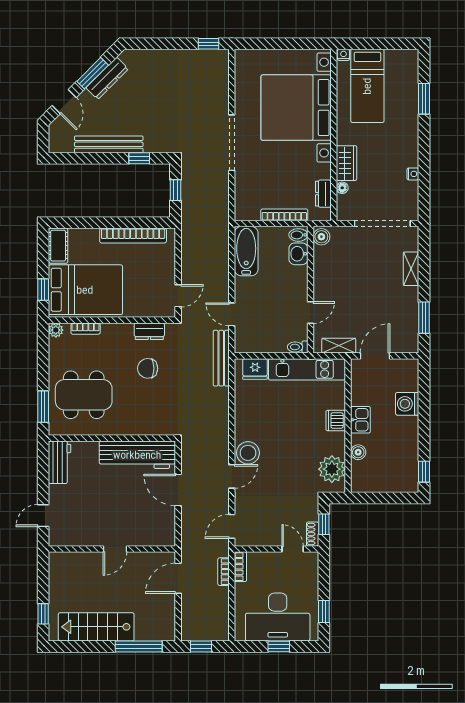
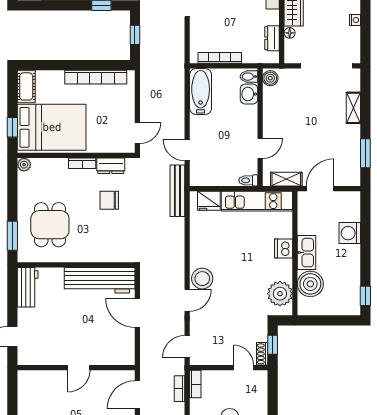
bookcase: (284, 215) -> (220, 58), moved
bookcase: (86, 329) -> (82, 163), moved
dining table: (84, 395) -> (50, 225), width x0.73
kitchen sink: (360, 420) -> (306, 253), width x1.38
boiler: (358, 452) -> (310, 284), width x1.86, depth x1.86

